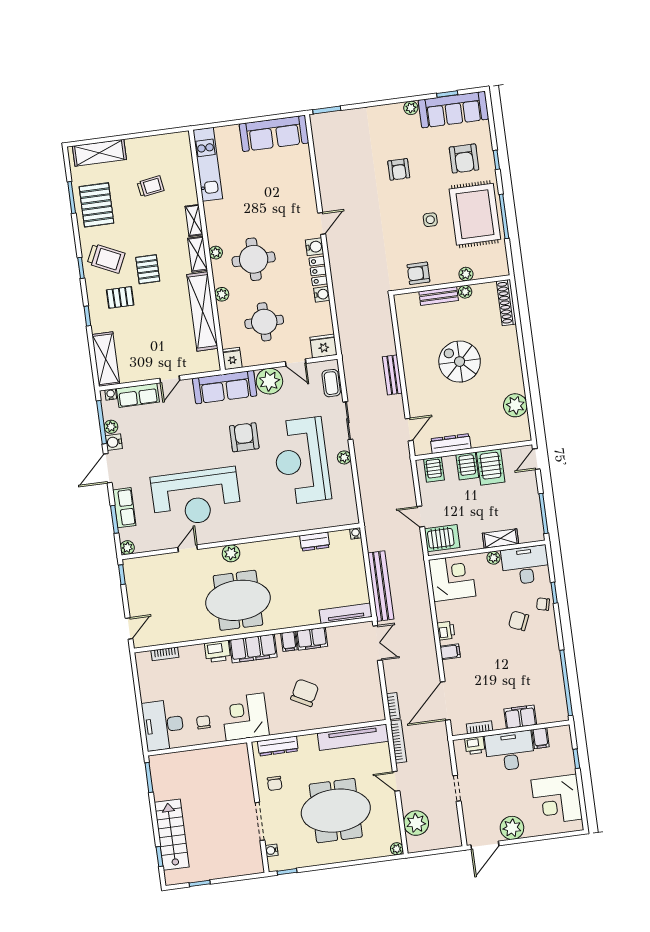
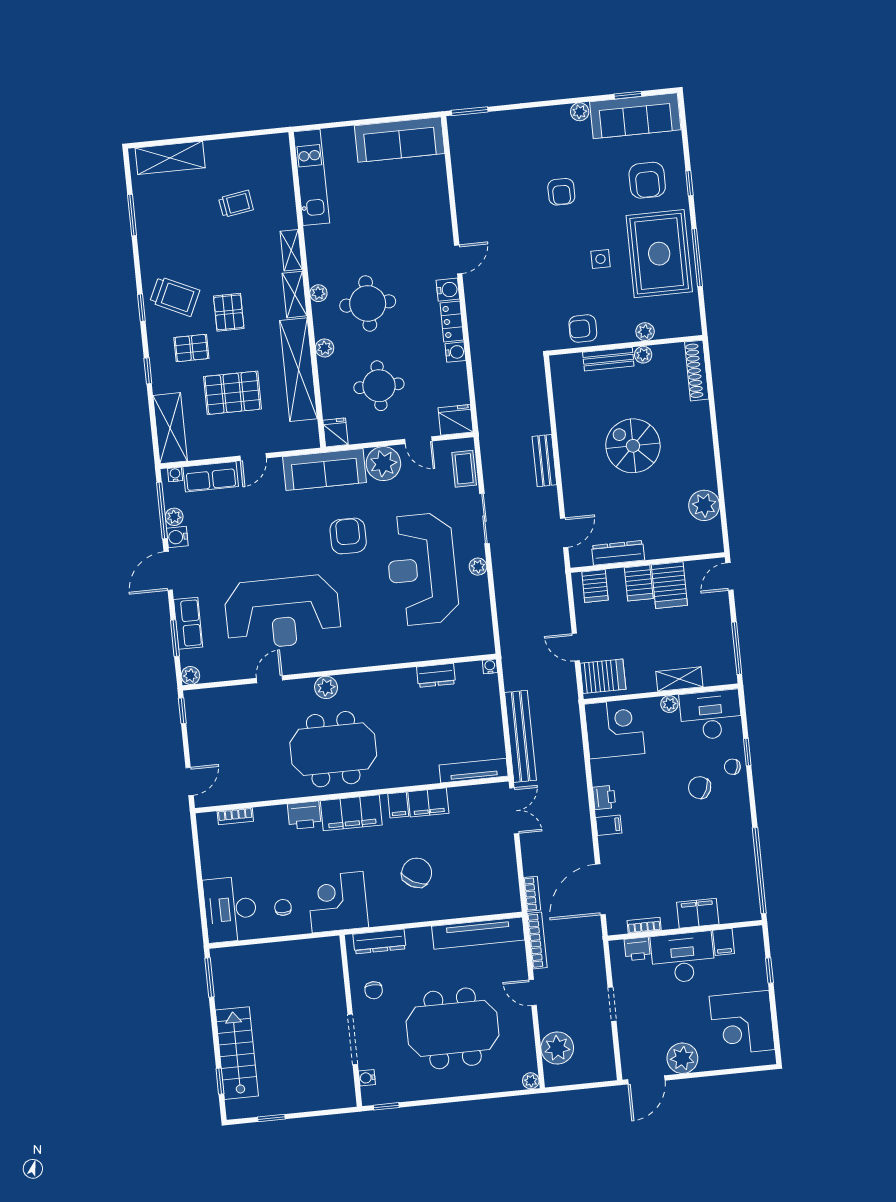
pallet: (96, 205) -> (232, 393), moved, turned 90

